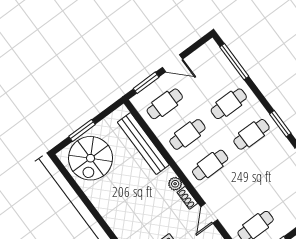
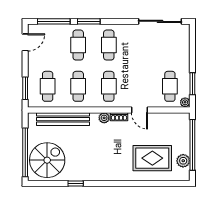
door: (172, 63) -> (25, 42), moved
window: (280, 124) -> (89, 21), moved
window: (82, 130) -> (25, 152), width x2.11
spiral stairs: (91, 158) -> (47, 160), turned -90
window: (88, 204) -> (76, 183), added

